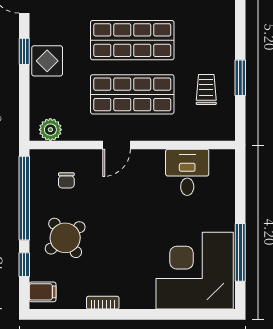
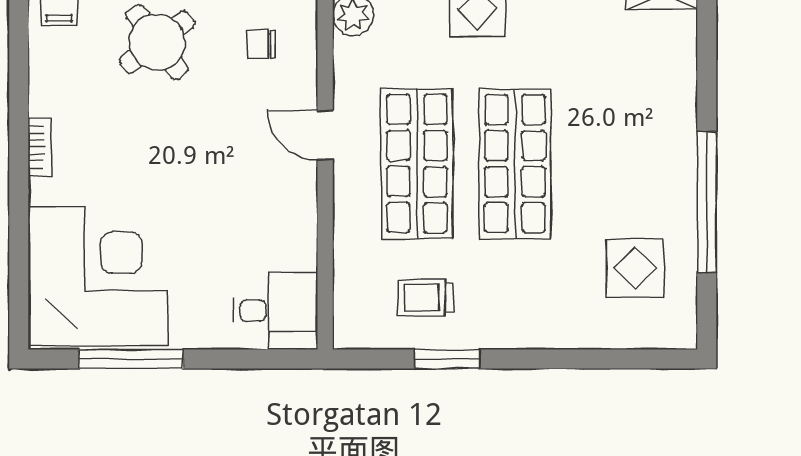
trolley: (206, 90) -> (426, 297), turned 180
desk: (187, 172) -> (276, 311), moved
bookcase: (103, 303) -> (40, 147), moved

